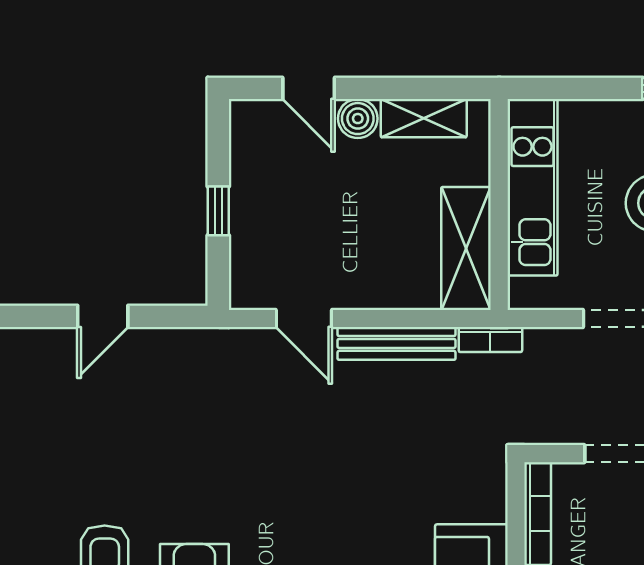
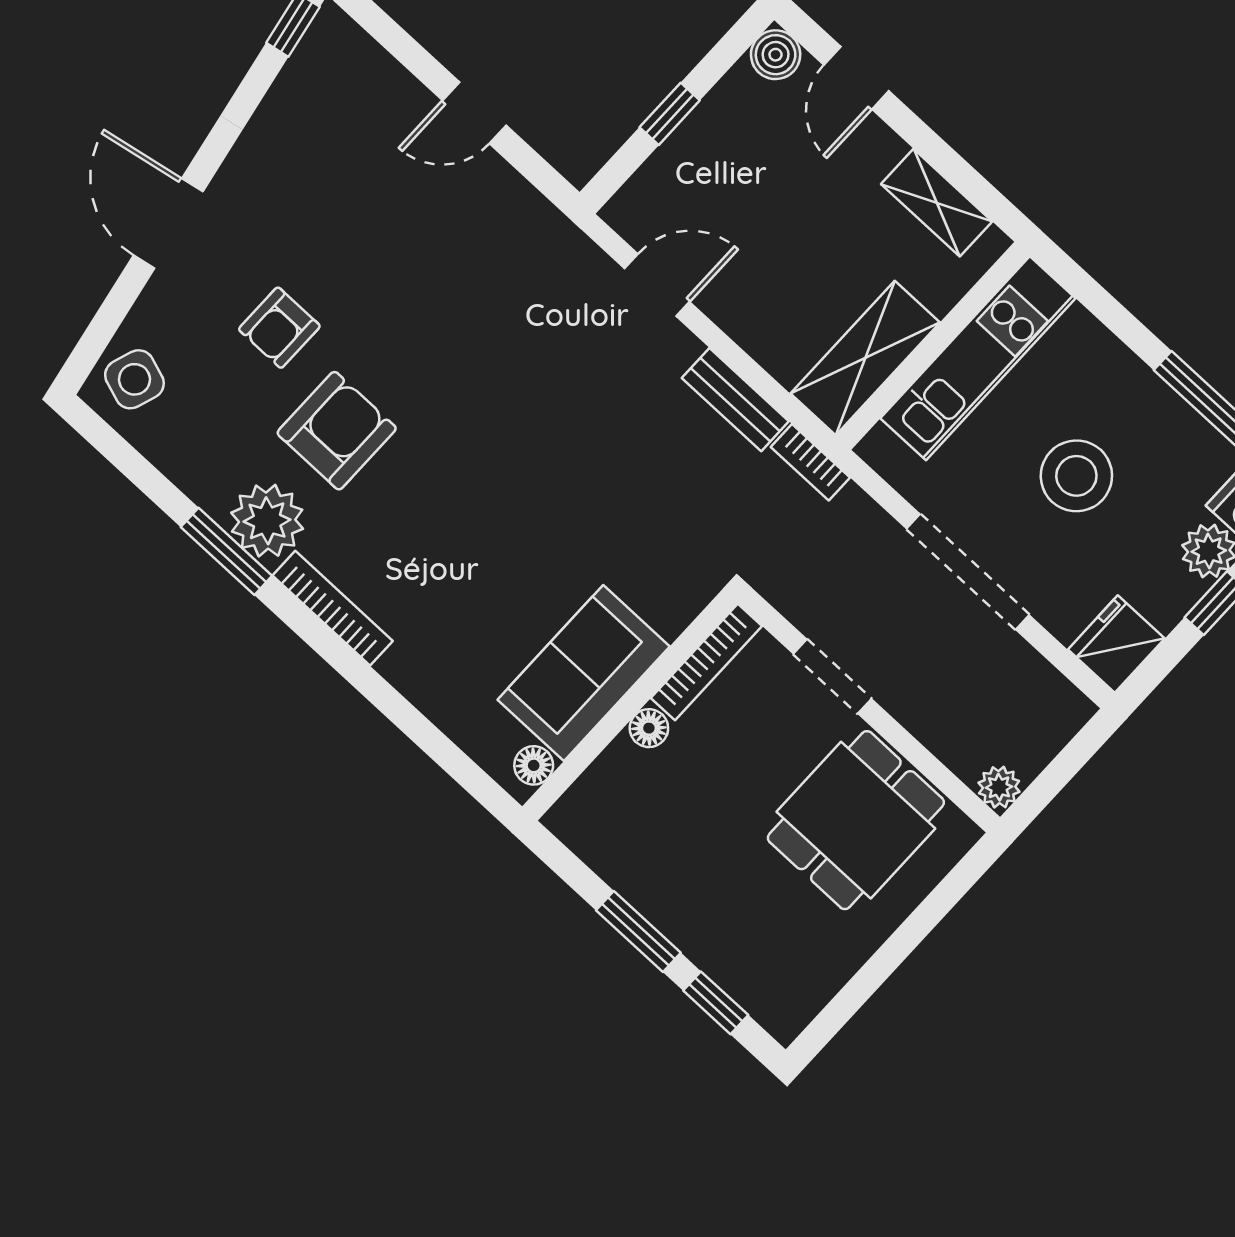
boiler: (358, 119) -> (776, 55), moved
door: (304, 319) -> (657, 285), swing flipped
bench: (396, 343) -> (735, 400), width x0.73

